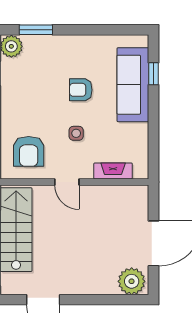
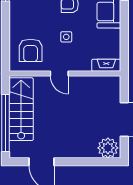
fireplace: (113, 171) -> (106, 65), moved

